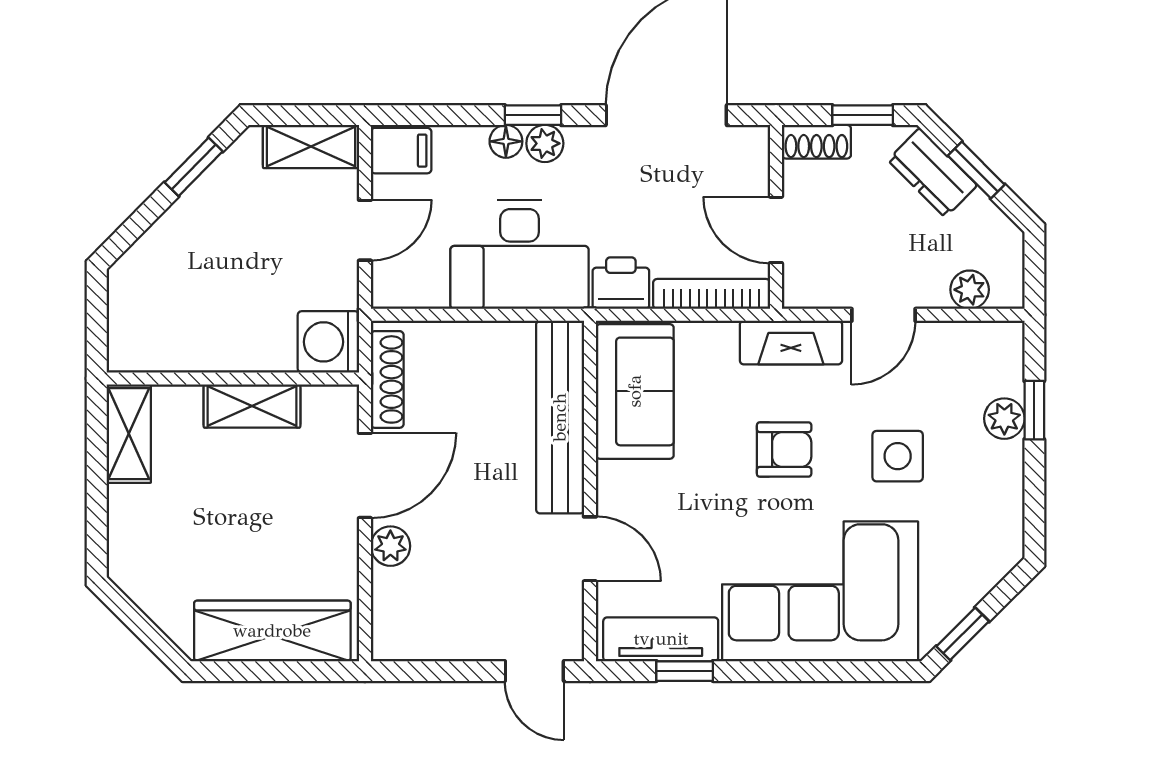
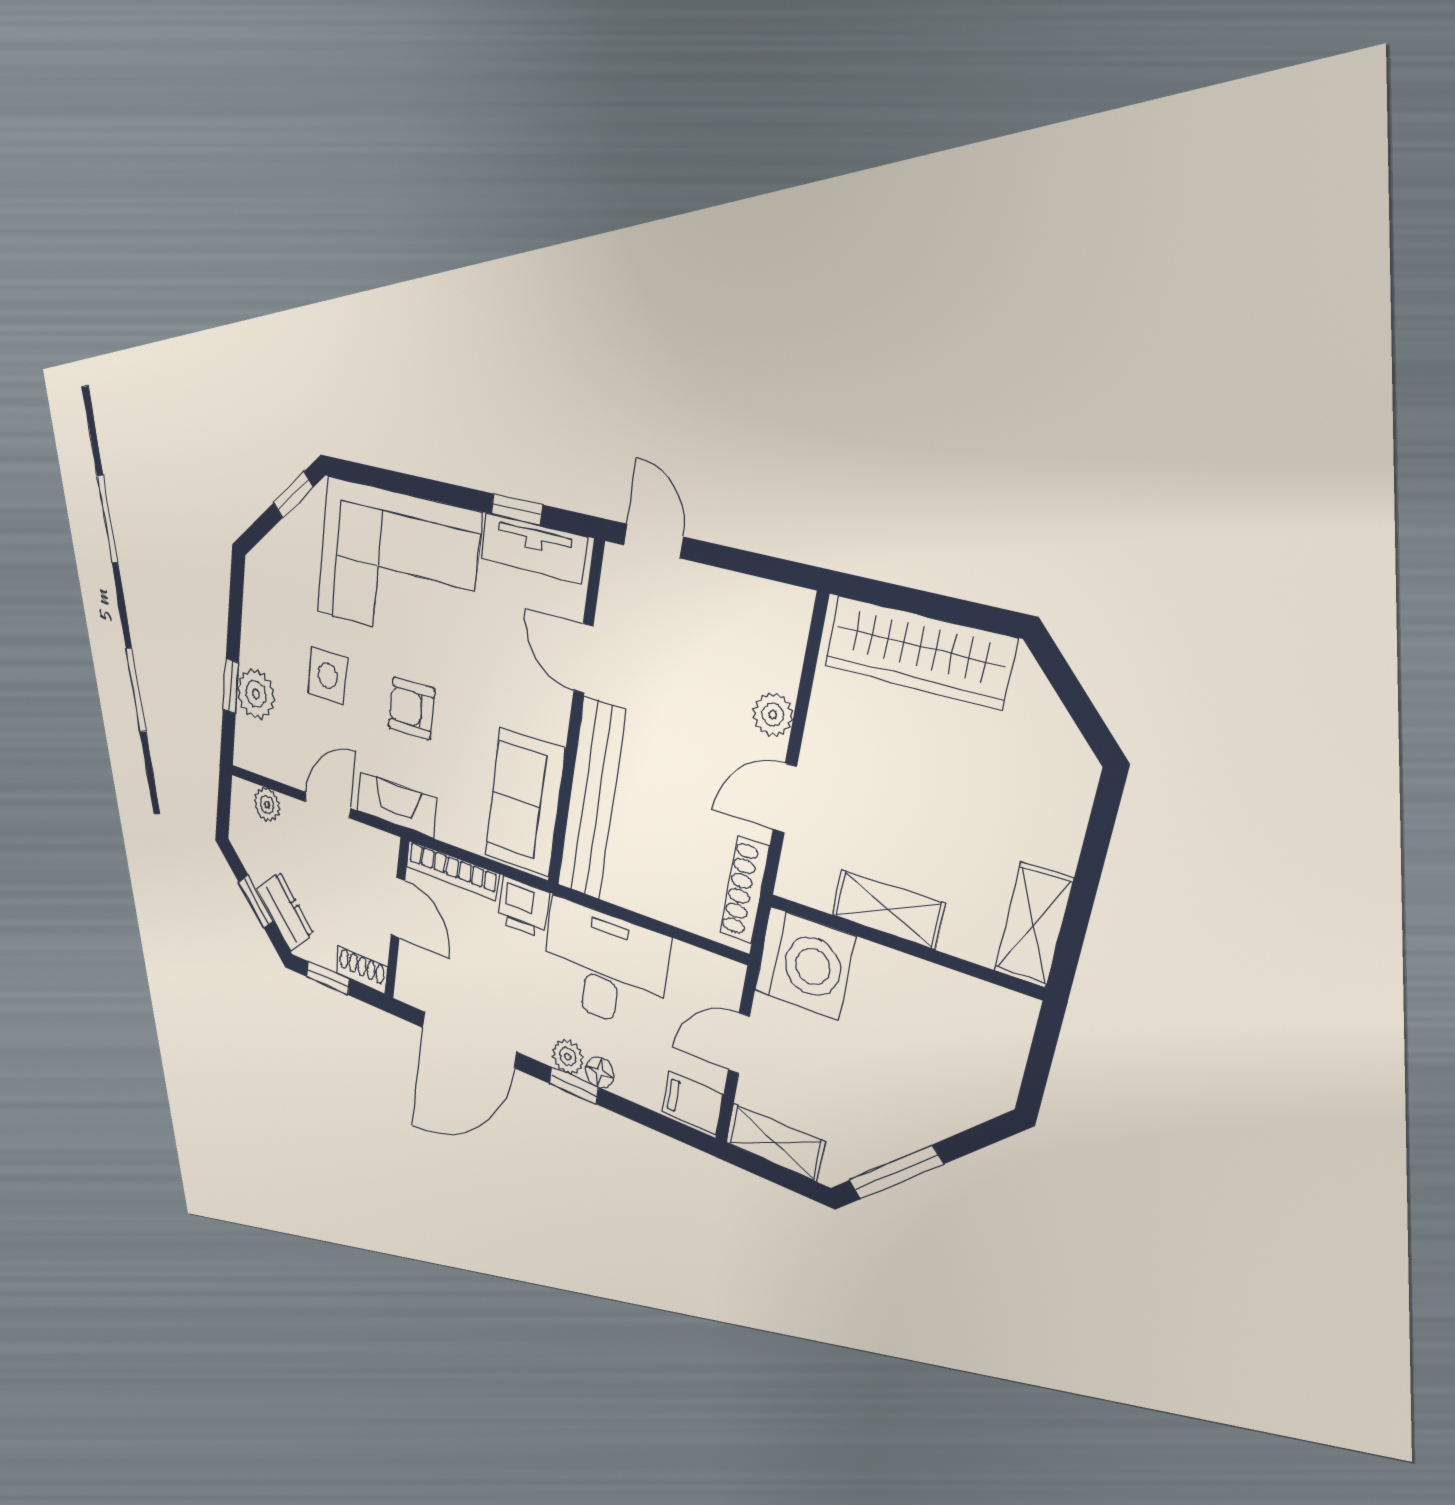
window: (194, 167) -> (896, 1172), width x1.50
washing machine: (328, 342) -> (804, 963), width x1.37, depth x1.37
plant: (1004, 419) -> (256, 694), width x1.38, depth x1.38
door: (365, 475) -> (785, 798), width x0.73

